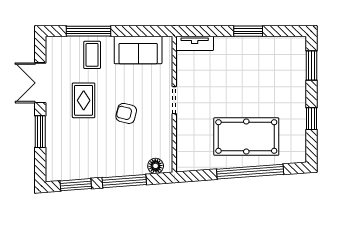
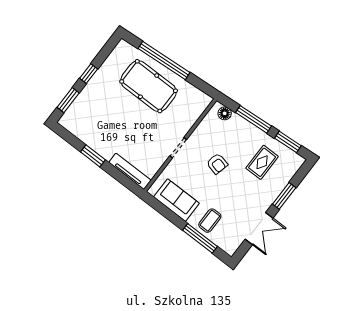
tv unit: (195, 43) -> (130, 171), width x1.41
rug: (84, 100) -> (262, 162), moved
window: (311, 119) -> (89, 74), moved

